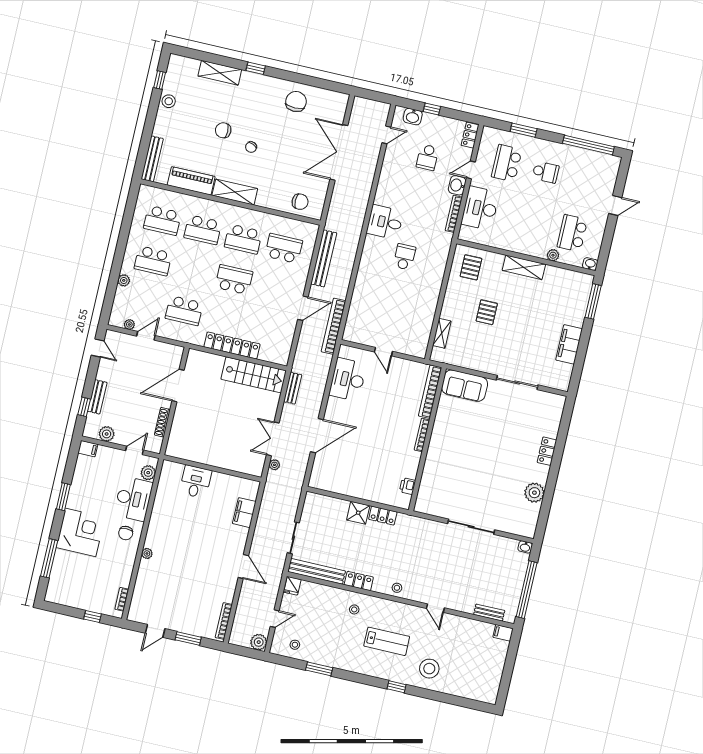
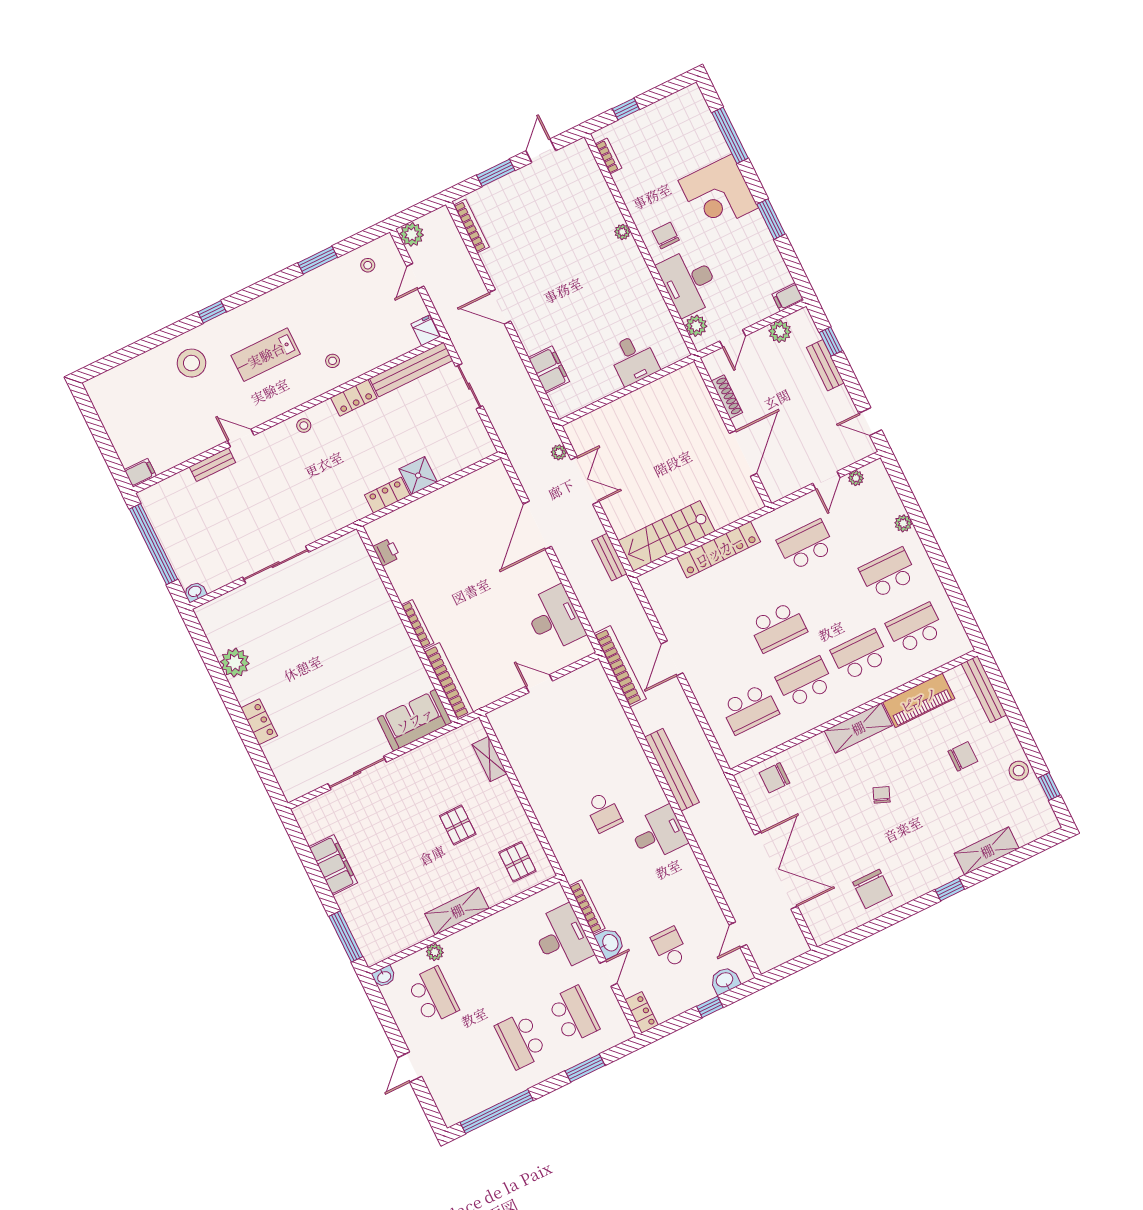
chair: (223, 130) -> (963, 756), moved
school desk: (546, 172) -> (521, 1040), width x1.85
bench: (324, 258) -> (672, 770), moved
bench: (489, 613) -> (212, 465), moved

